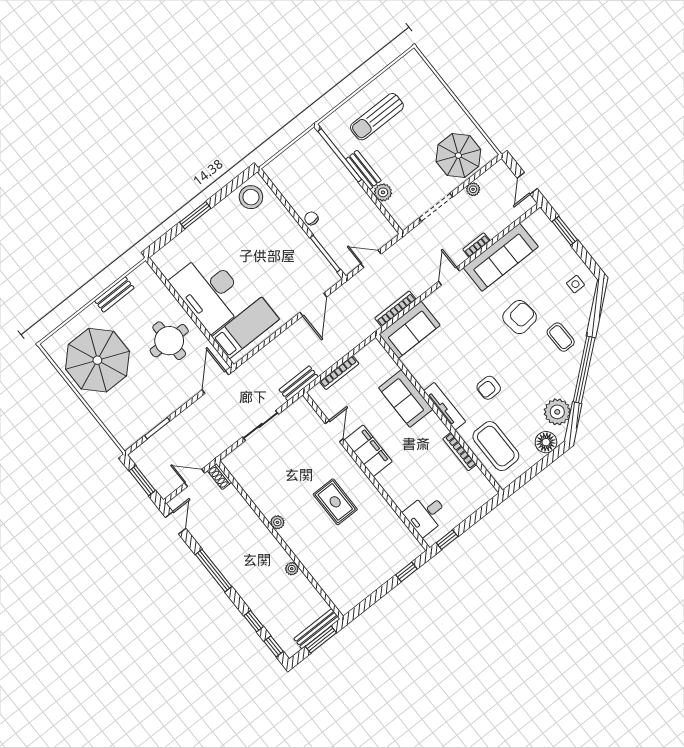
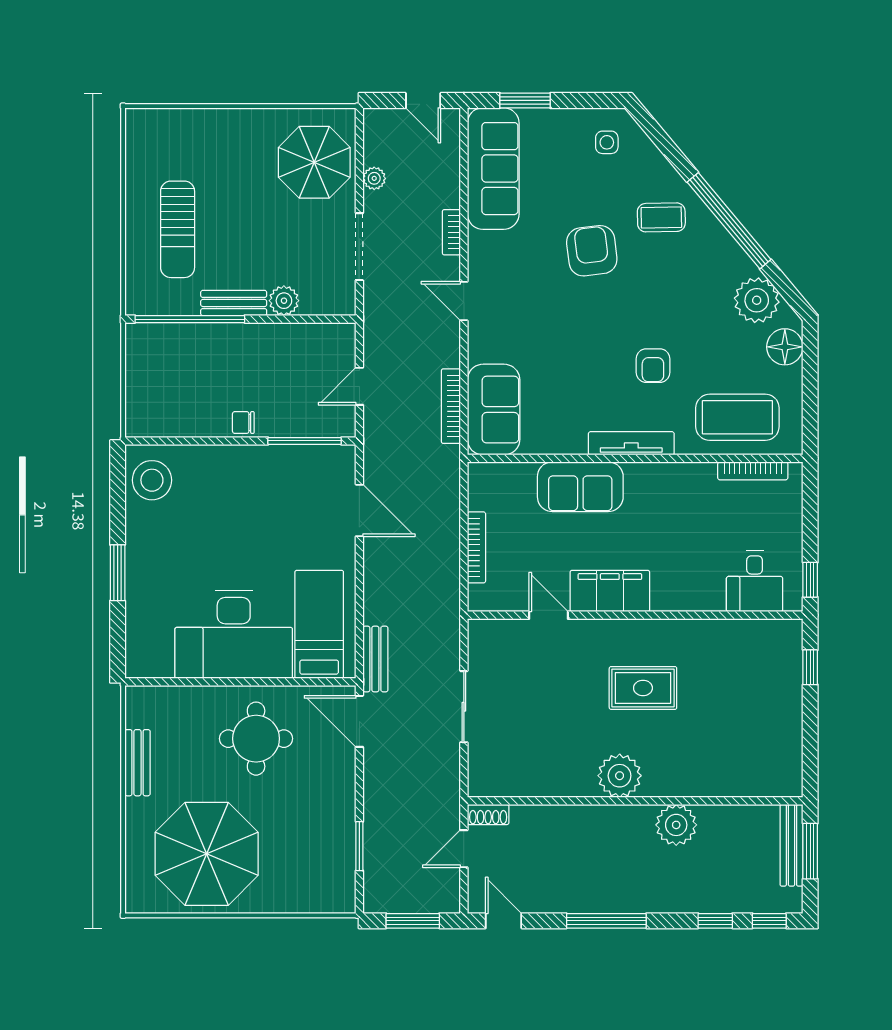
sofa: (501, 257) -> (493, 169), moved
bench: (299, 383) -> (375, 659), moved
bookcase: (460, 452) -> (753, 471), moved
plant: (277, 522) -> (620, 776), width x1.88, depth x1.88
plant: (292, 569) -> (676, 825), width x1.88, depth x1.88

